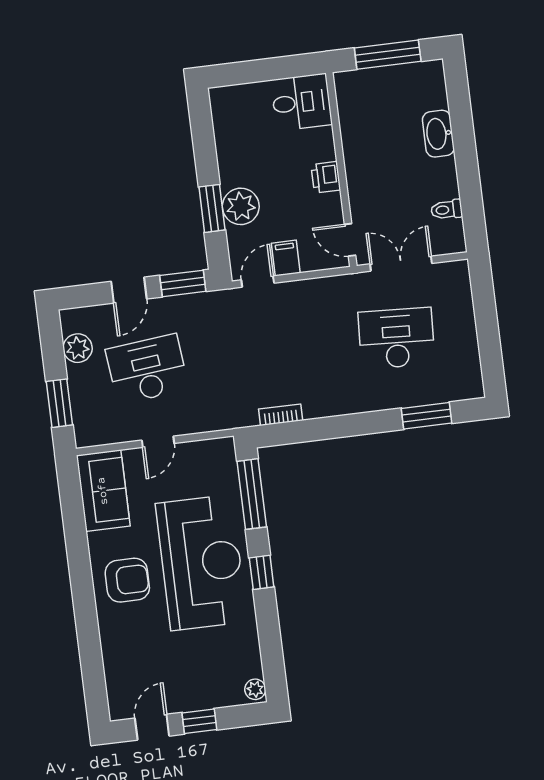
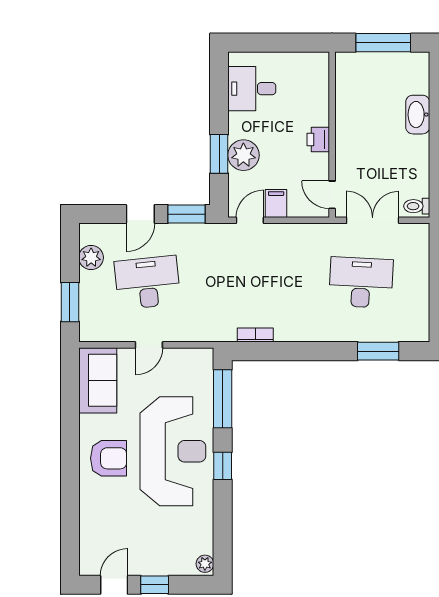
desk: (301, 102) -> (252, 89), moved, turned 180
toilet: (447, 210) -> (417, 206), moved

